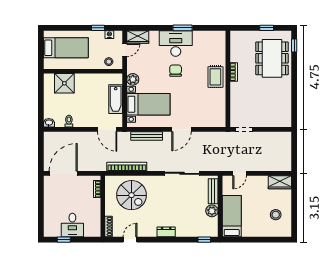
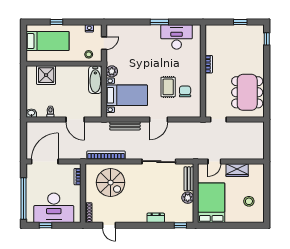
window: (98, 28) -> (57, 22), moved
wardrobe: (138, 37) -> (117, 31), removed
desk: (176, 44) -> (177, 37), moved
dining table: (272, 58) -> (247, 92), moved
chair: (176, 71) -> (185, 91), moved
rug: (215, 77) -> (168, 87), moved
bathtub: (116, 99) -> (95, 80), moved
door: (107, 129) -> (75, 119), moved
wardrobe: (280, 182) -> (237, 170), moved
window: (41, 212) -> (23, 198), added
bed: (232, 216) -> (211, 203), width x1.50
desk: (72, 225) -> (54, 208), width x1.87, depth x1.30
dresser: (166, 232) -> (156, 218), moved
door: (130, 240) -> (109, 225), swing flipped

